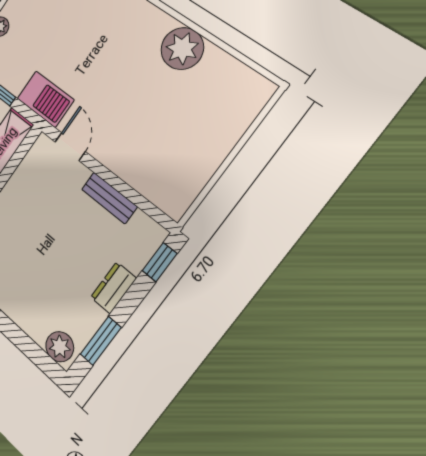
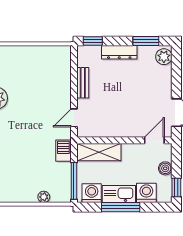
barbecue: (45, 99) -> (63, 151), width x0.73, depth x0.79
dresser: (113, 288) -> (119, 52), width x1.44

